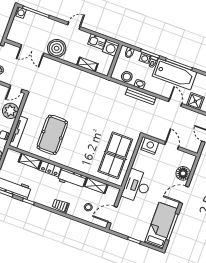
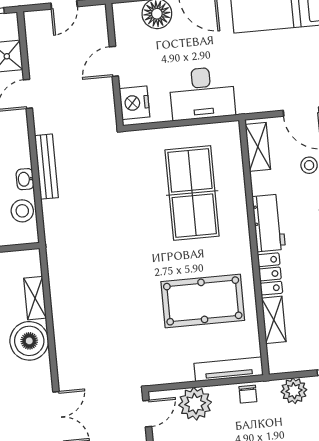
boiler: (57, 48) -> (29, 341), moved
door: (16, 89) -> (147, 414), hinge flipped
table tennis table: (115, 155) -> (192, 193), moved, turned 90
shelving: (96, 185) -> (258, 147), moved
desk: (137, 186) -> (202, 93), moved

